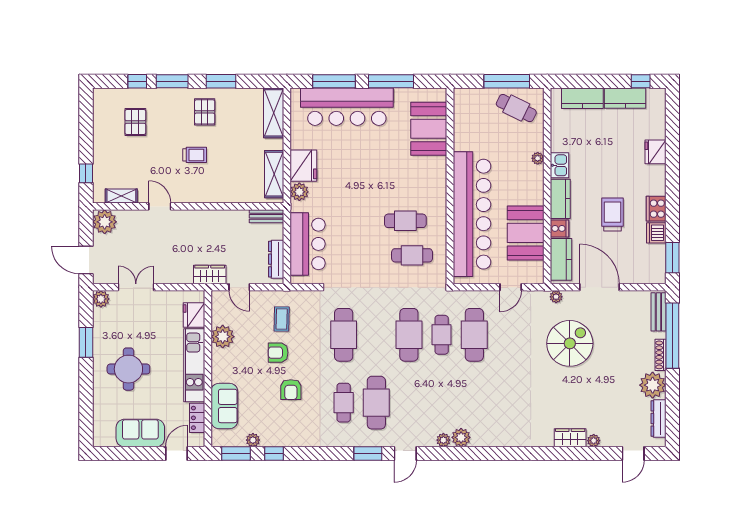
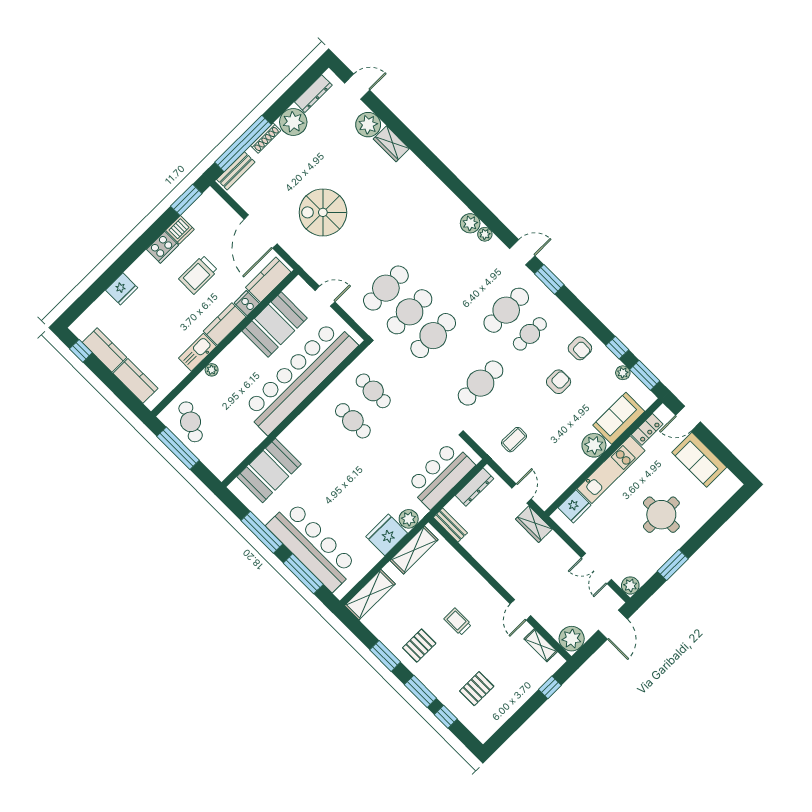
kitchen sink: (560, 165) -> (197, 352), width x1.38
plant: (556, 297) -> (299, 256), removed
cafe table: (442, 335) -> (410, 312), width x1.37, depth x1.35
plant: (223, 337) -> (594, 445), moved
armchair: (278, 353) -> (580, 348), moved
plant: (594, 441) -> (368, 125), width x1.88, depth x1.88

